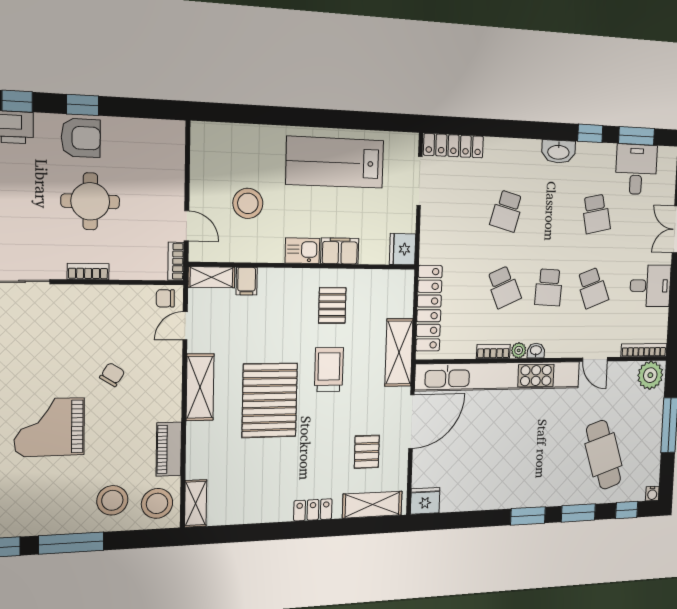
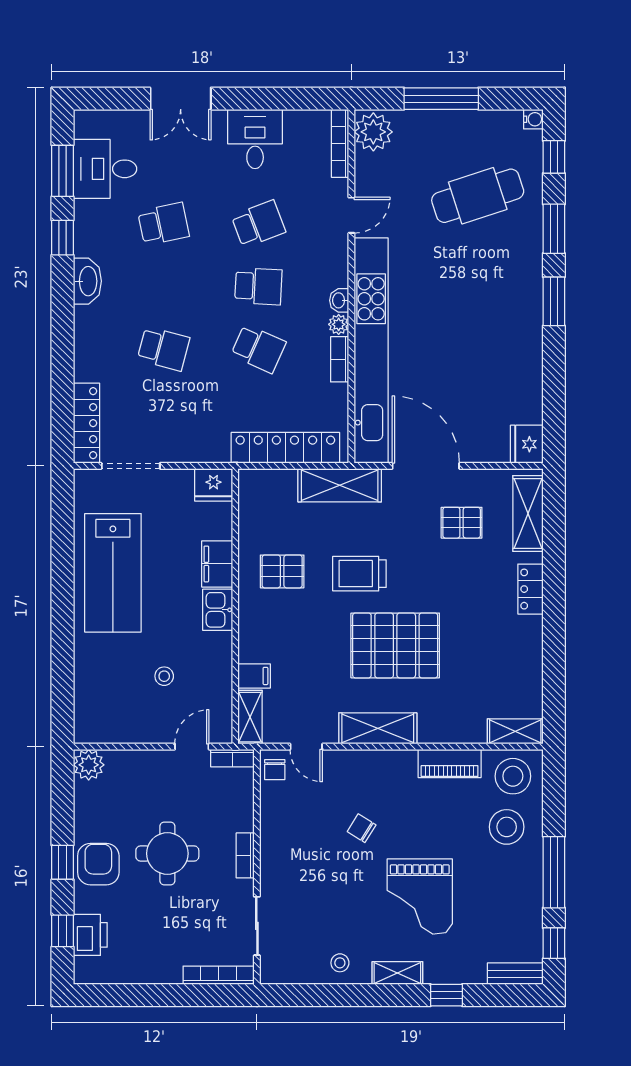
plant: (172, 133) -> (89, 765), added
stool: (248, 203) -> (164, 676), width x0.53, depth x0.53
school desk: (504, 287) -> (258, 349), turned 48

